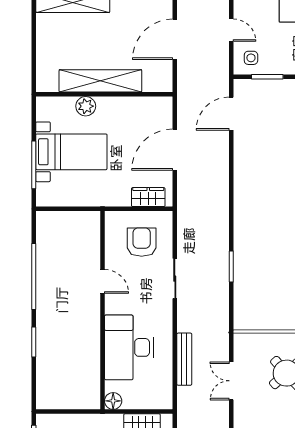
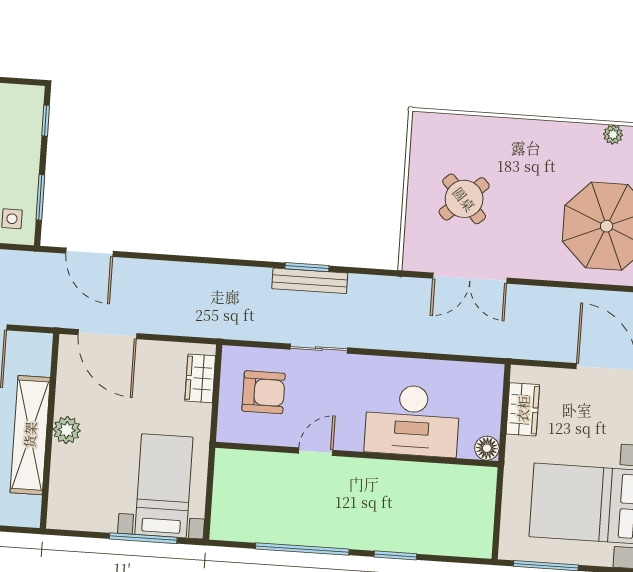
plant: (86, 106) -> (67, 430), moved
door: (175, 150) -> (107, 334), moved
bed with nightstands: (71, 152) -> (164, 486), moved
armchair: (142, 242) -> (264, 392), turned 180
bench: (184, 359) -> (310, 281), moved
double door: (231, 381) -> (470, 278), width x1.37

